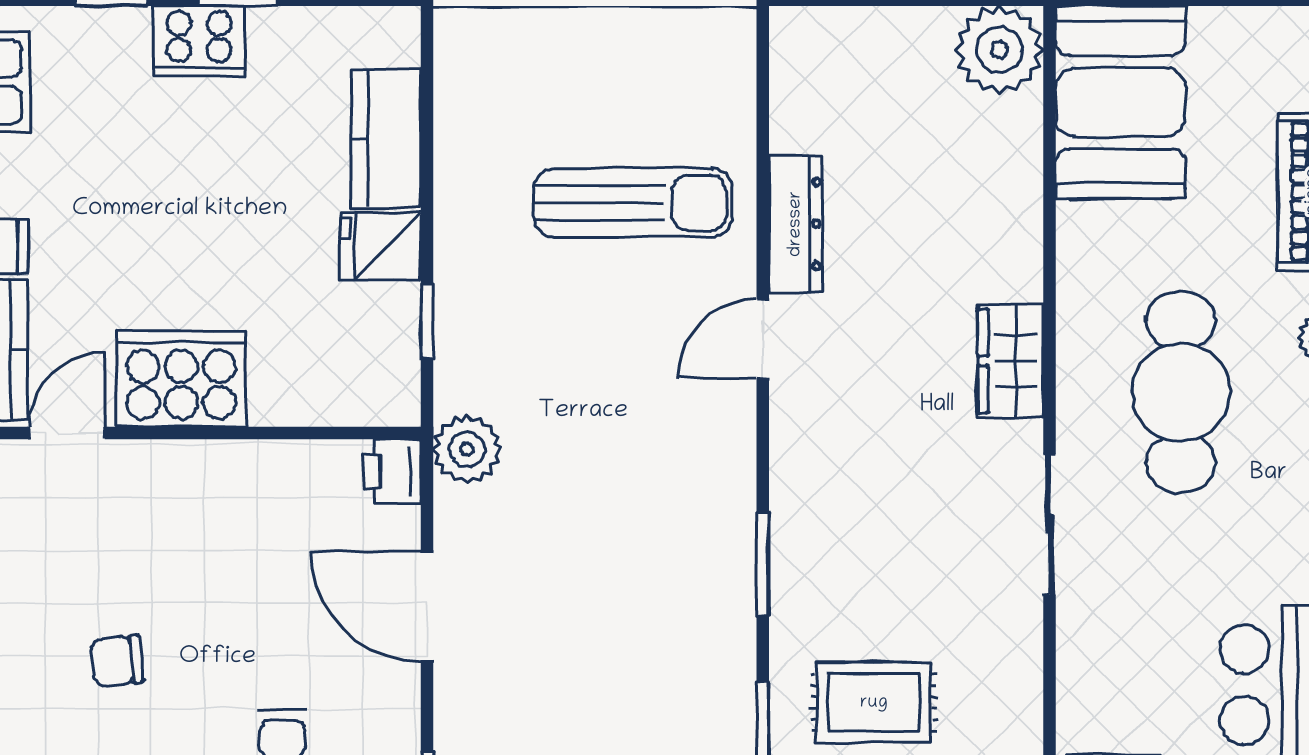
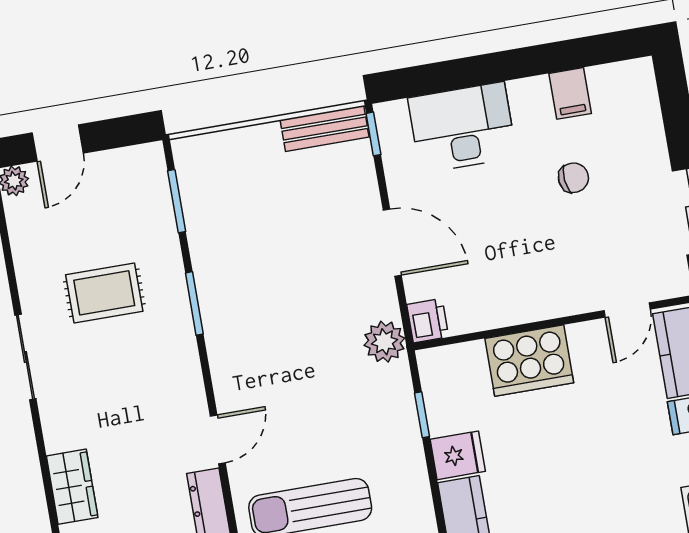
wardrobe: (1010, 361) -> (72, 487), moved
cooker: (181, 379) -> (529, 361), moved
rug: (874, 703) -> (104, 293), moved

